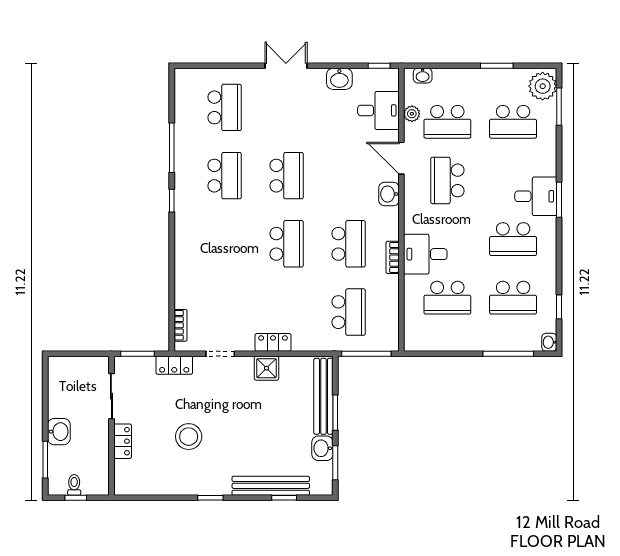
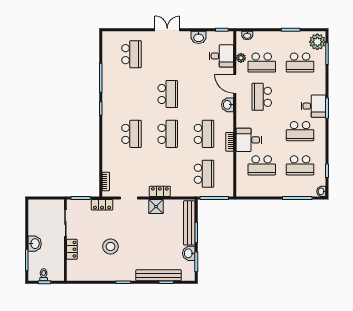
school desk: (225, 176) -> (132, 134), moved

